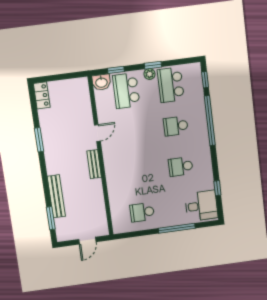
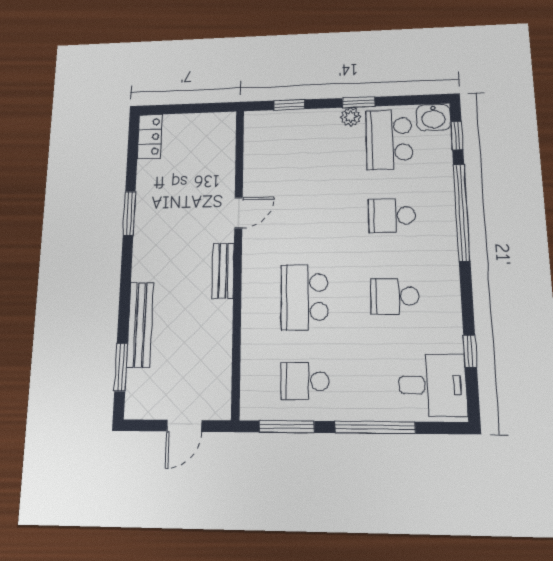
washbasin: (101, 82) -> (433, 117), moved
school desk: (126, 91) -> (304, 297), moved
window: (136, 234) -> (287, 427), added

